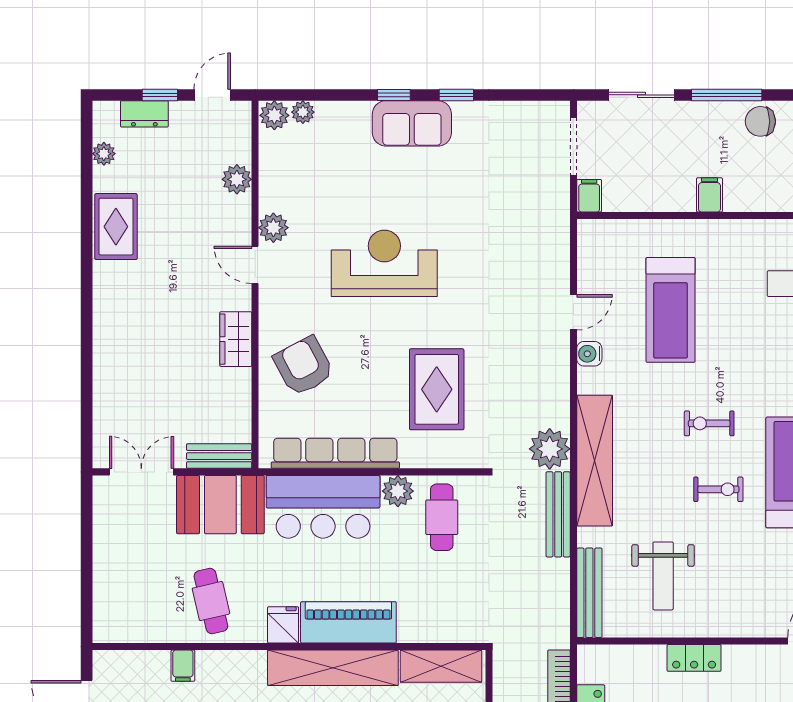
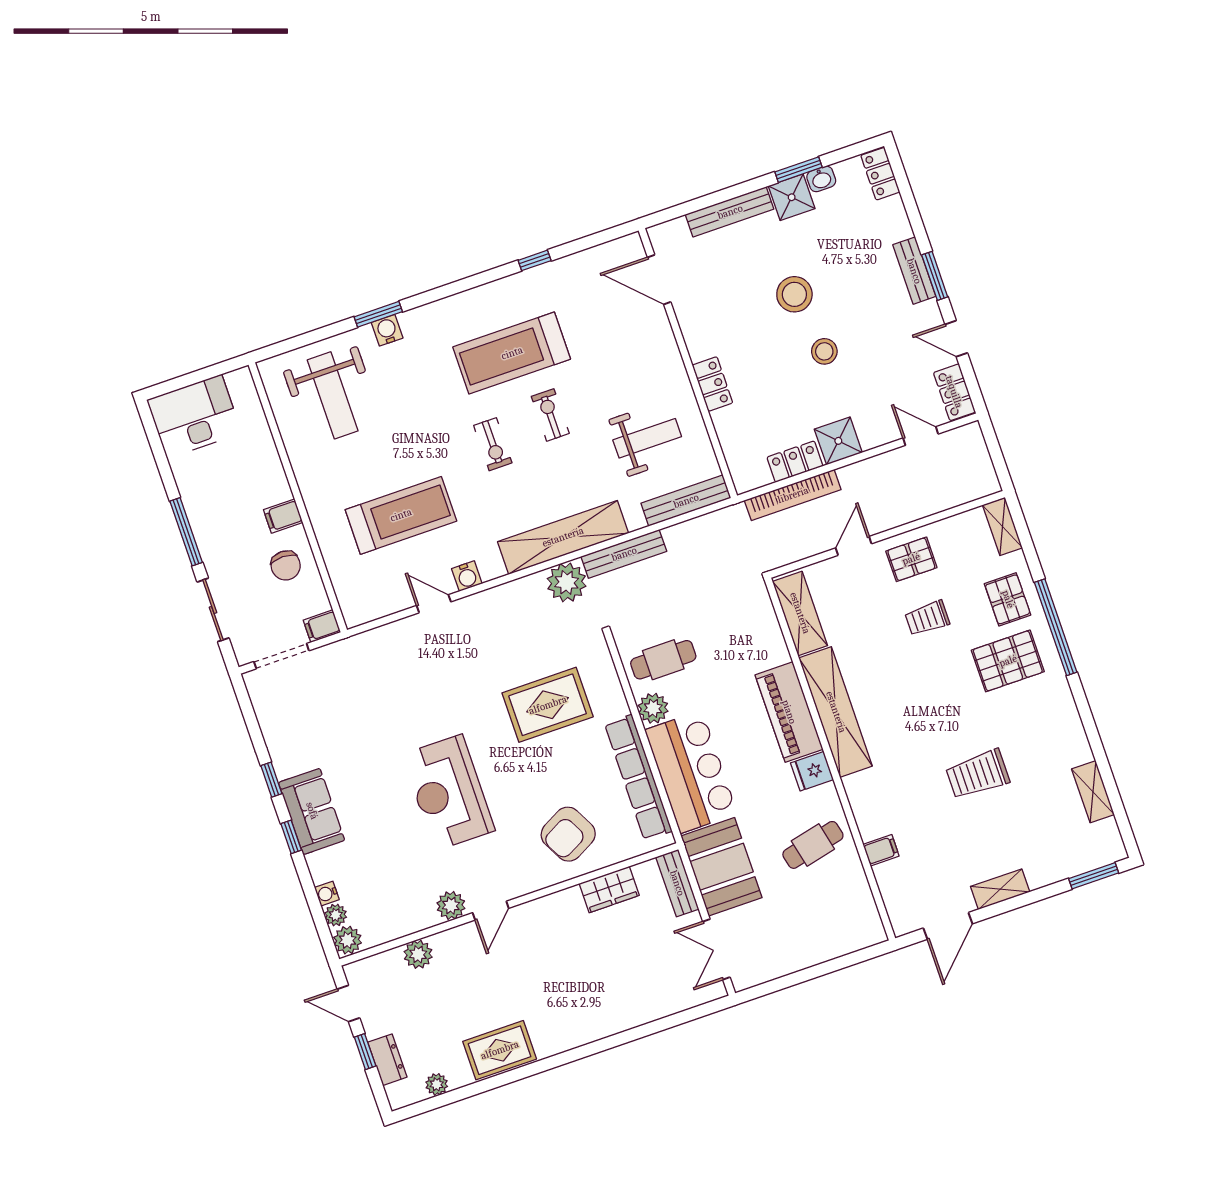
water cooler: (327, 111) -> (327, 894), added
chair: (760, 121) -> (286, 565), moved
wardrobe: (236, 339) -> (609, 890), moved

